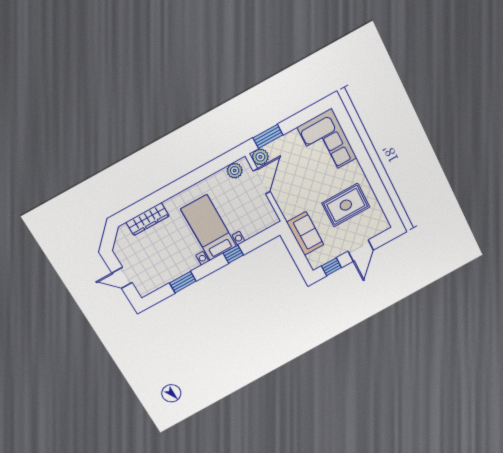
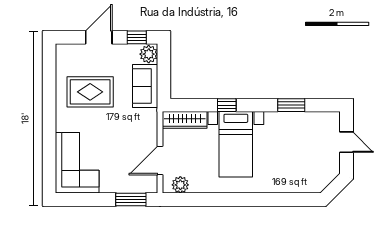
plant: (260, 157) -> (149, 54), moved
wardrobe: (148, 219) -> (185, 120), moved, turned 180

